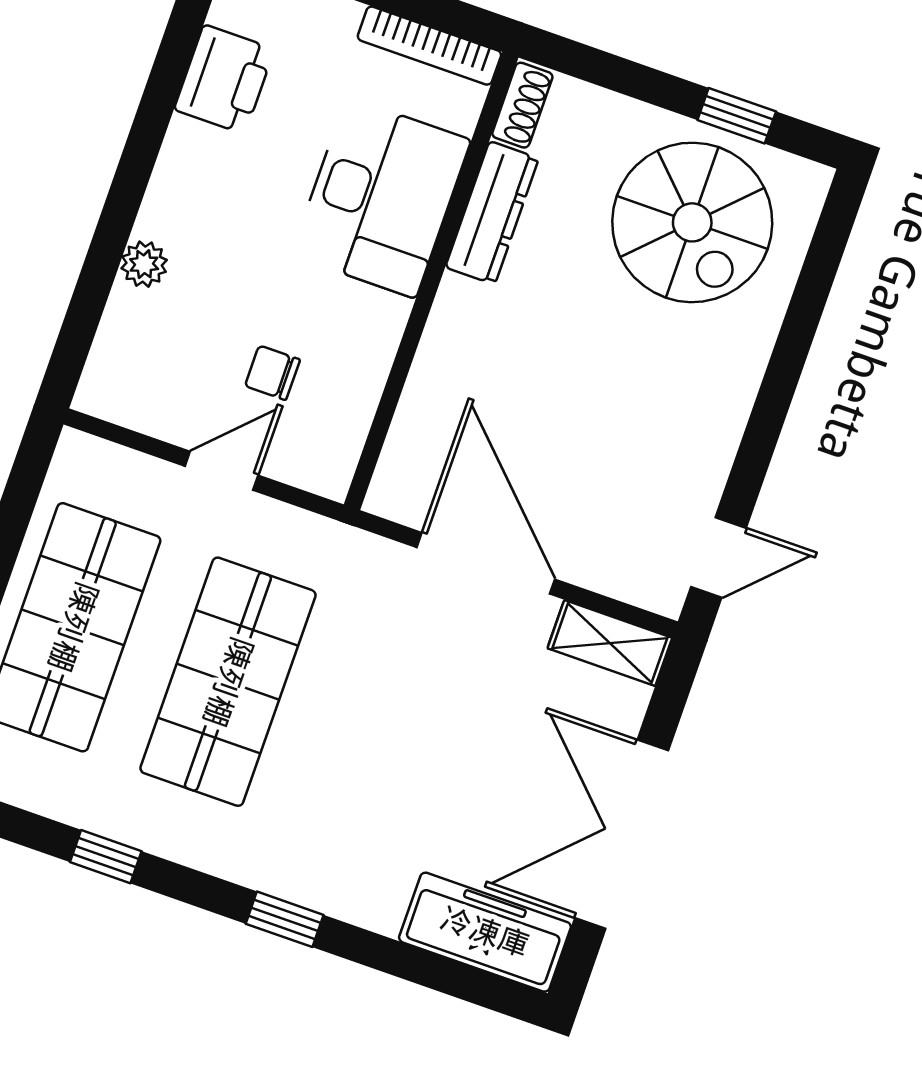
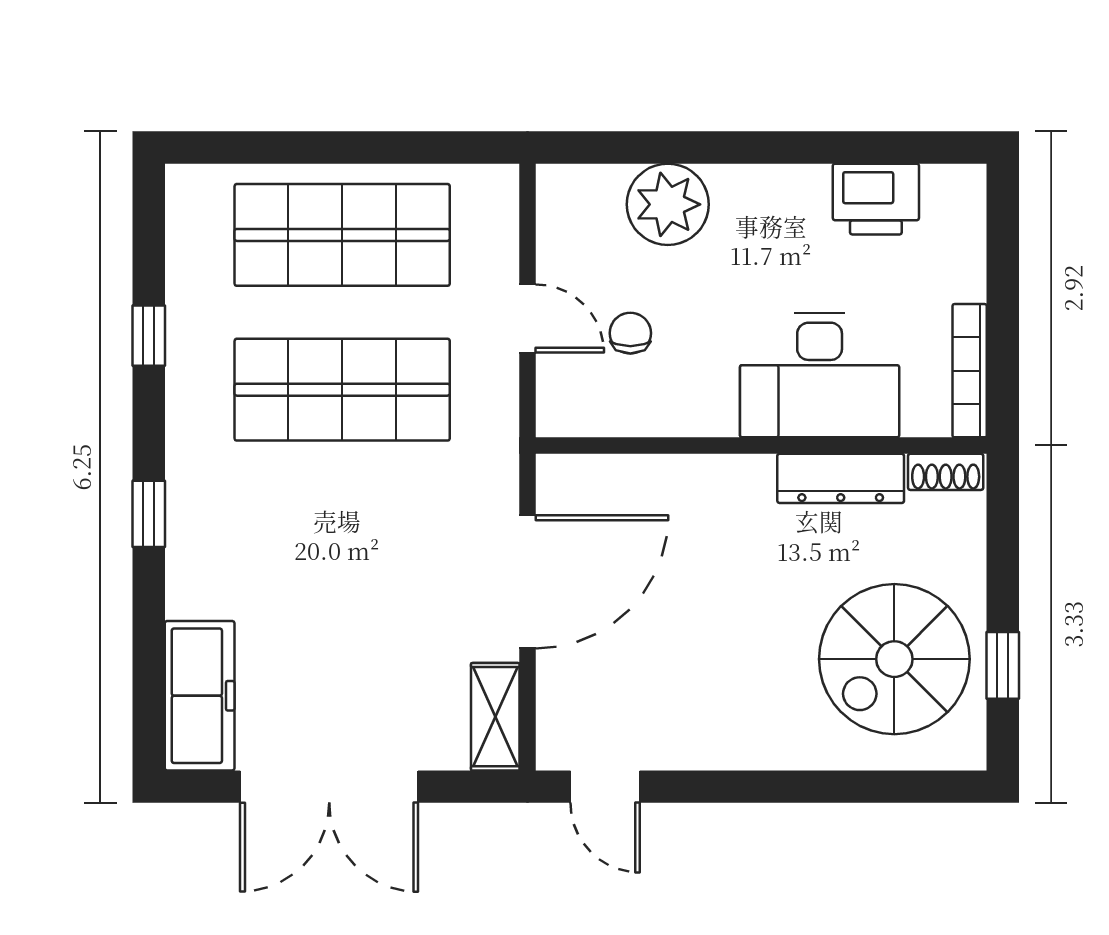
plant: (144, 264) -> (668, 204), width x1.88, depth x1.88
double door: (622, 834) -> (329, 787), swing flipped

